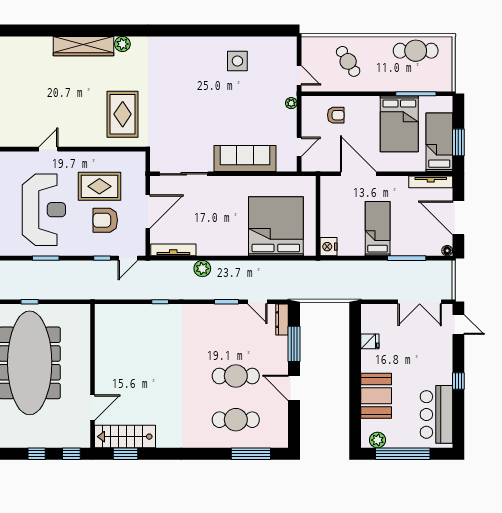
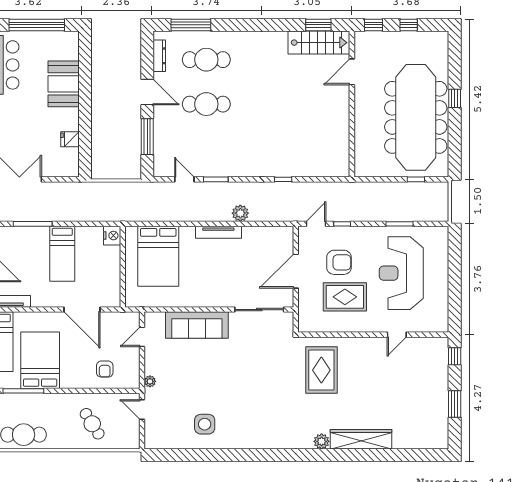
armchair: (336, 115) -> (105, 369), turned -90
bed: (276, 226) -> (158, 256), width x0.73
tv unit: (173, 250) -> (218, 232), moved
dresser: (282, 320) -> (159, 56), moved
plant: (377, 440) -> (62, 39), removed

